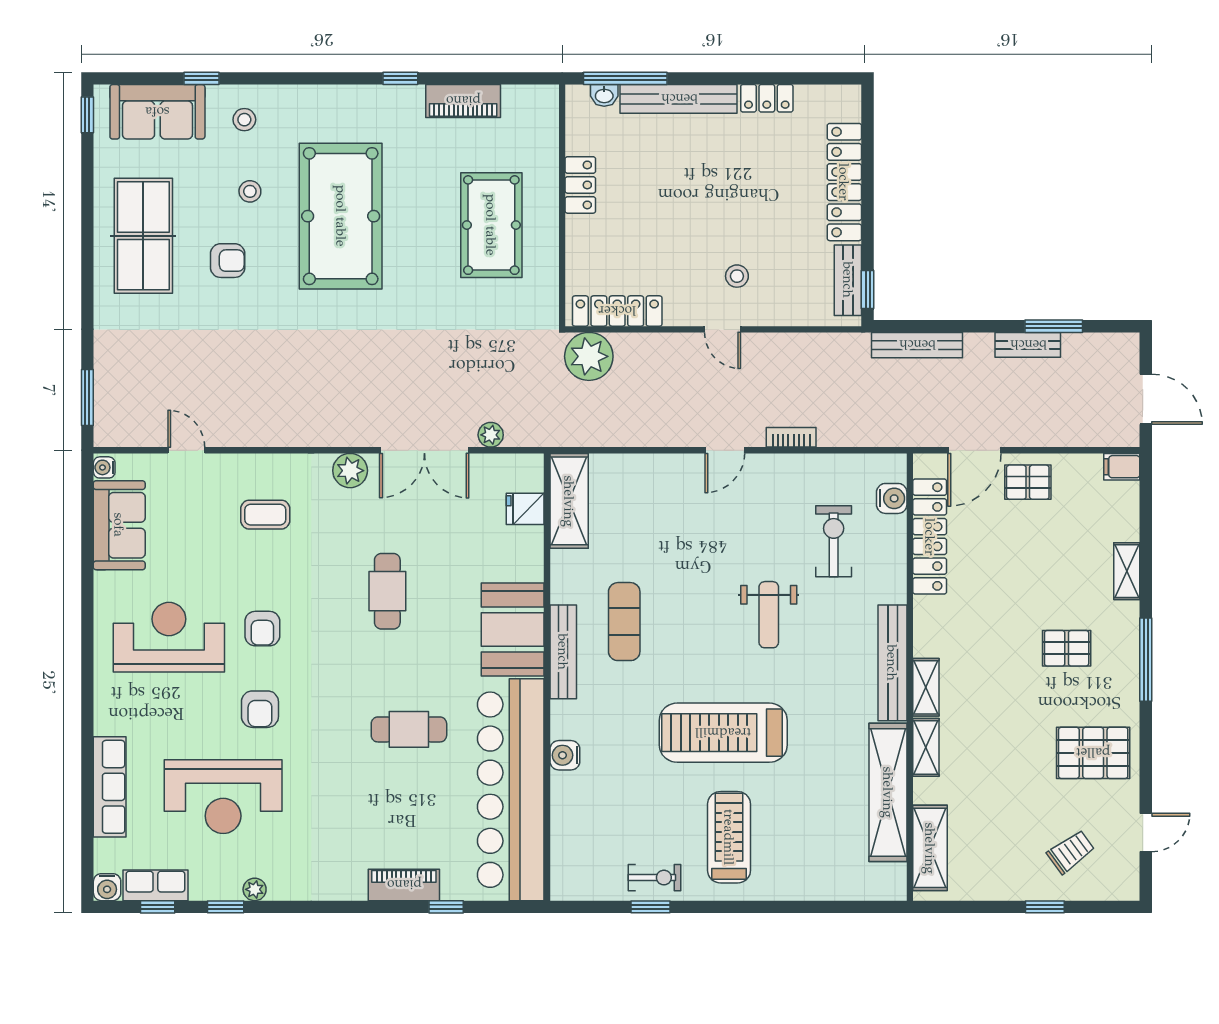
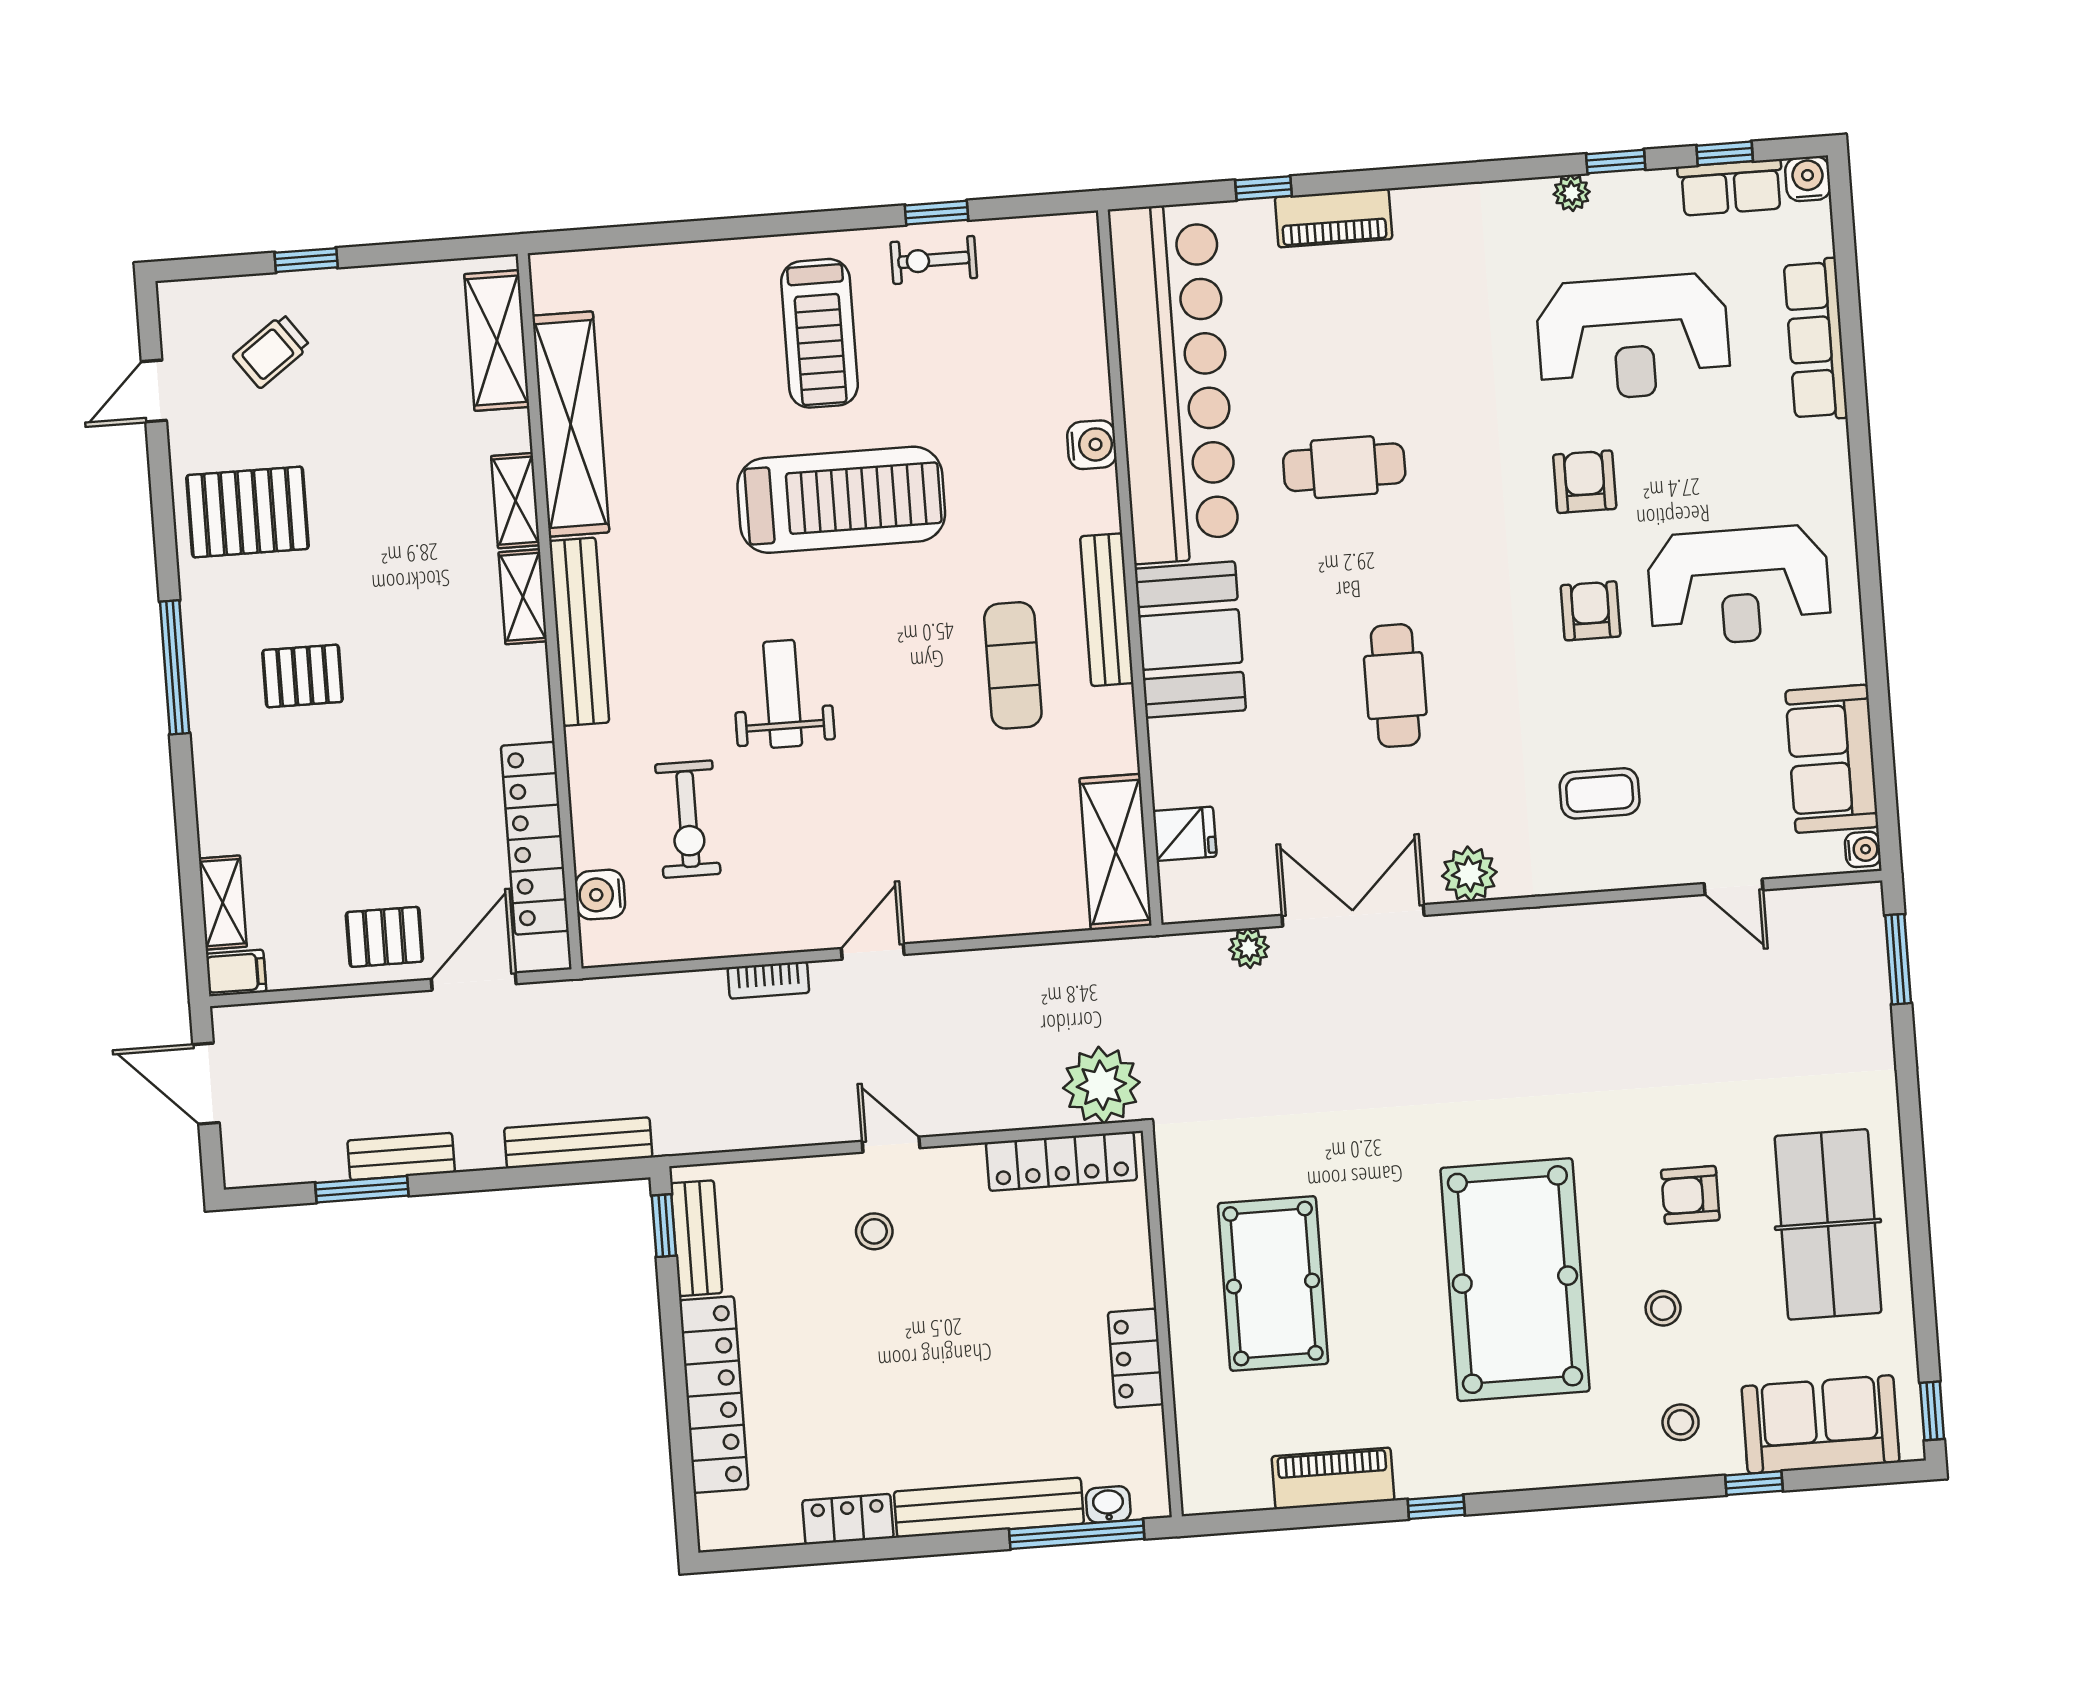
shelving: (1127, 571) -> (223, 903), moved
reception desk: (223, 797) -> (1633, 337), turned 180

